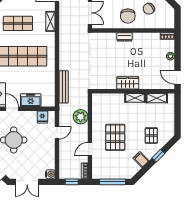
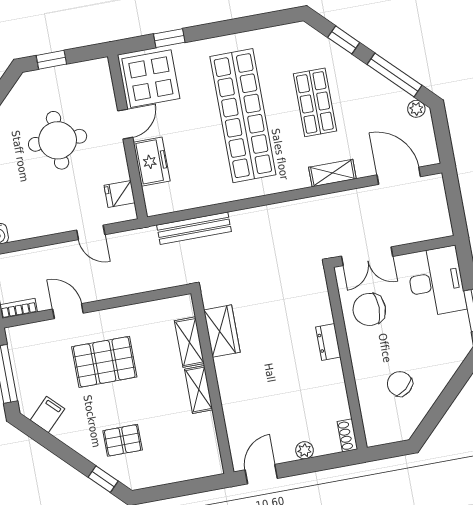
chair: (128, 16) -> (369, 309), moved
wardrobe: (128, 83) -> (222, 331), moved
shelving: (157, 98) -> (189, 342), moved
plant: (81, 117) -> (135, 278), removed
window: (158, 156) -> (103, 479), moved
filing cabinet: (141, 160) -> (47, 415), moved

